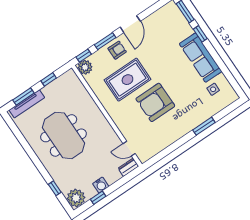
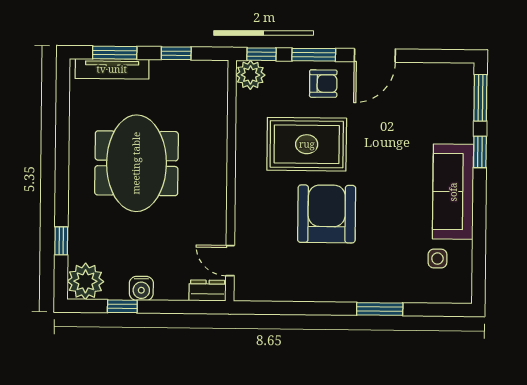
armchair: (155, 102) -> (327, 214), turned 90

